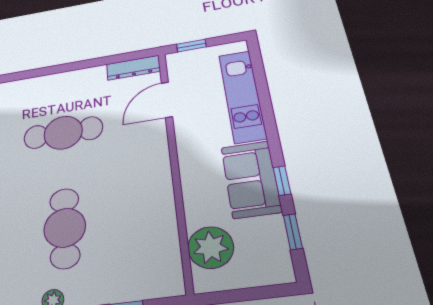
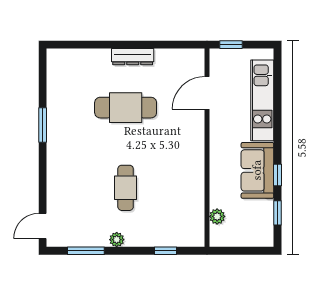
dresser: (133, 68) -> (133, 57), moved
cafe table: (65, 228) -> (126, 188), width x0.73, depth x0.74
plant: (211, 247) -> (217, 216), width x0.53, depth x0.53

